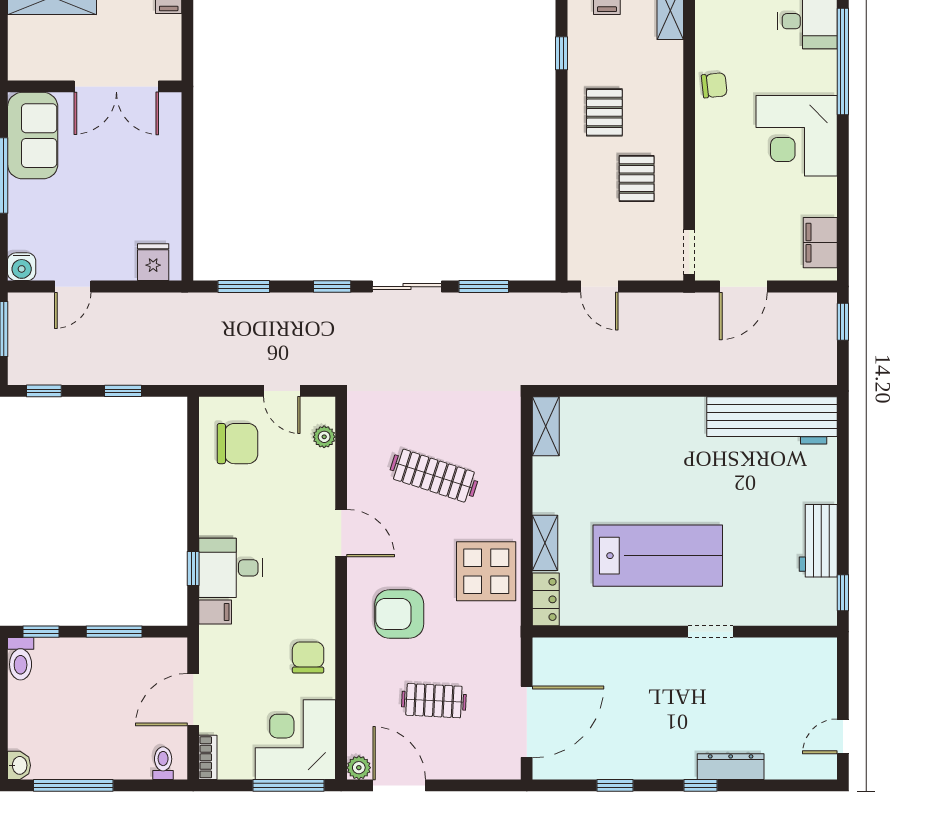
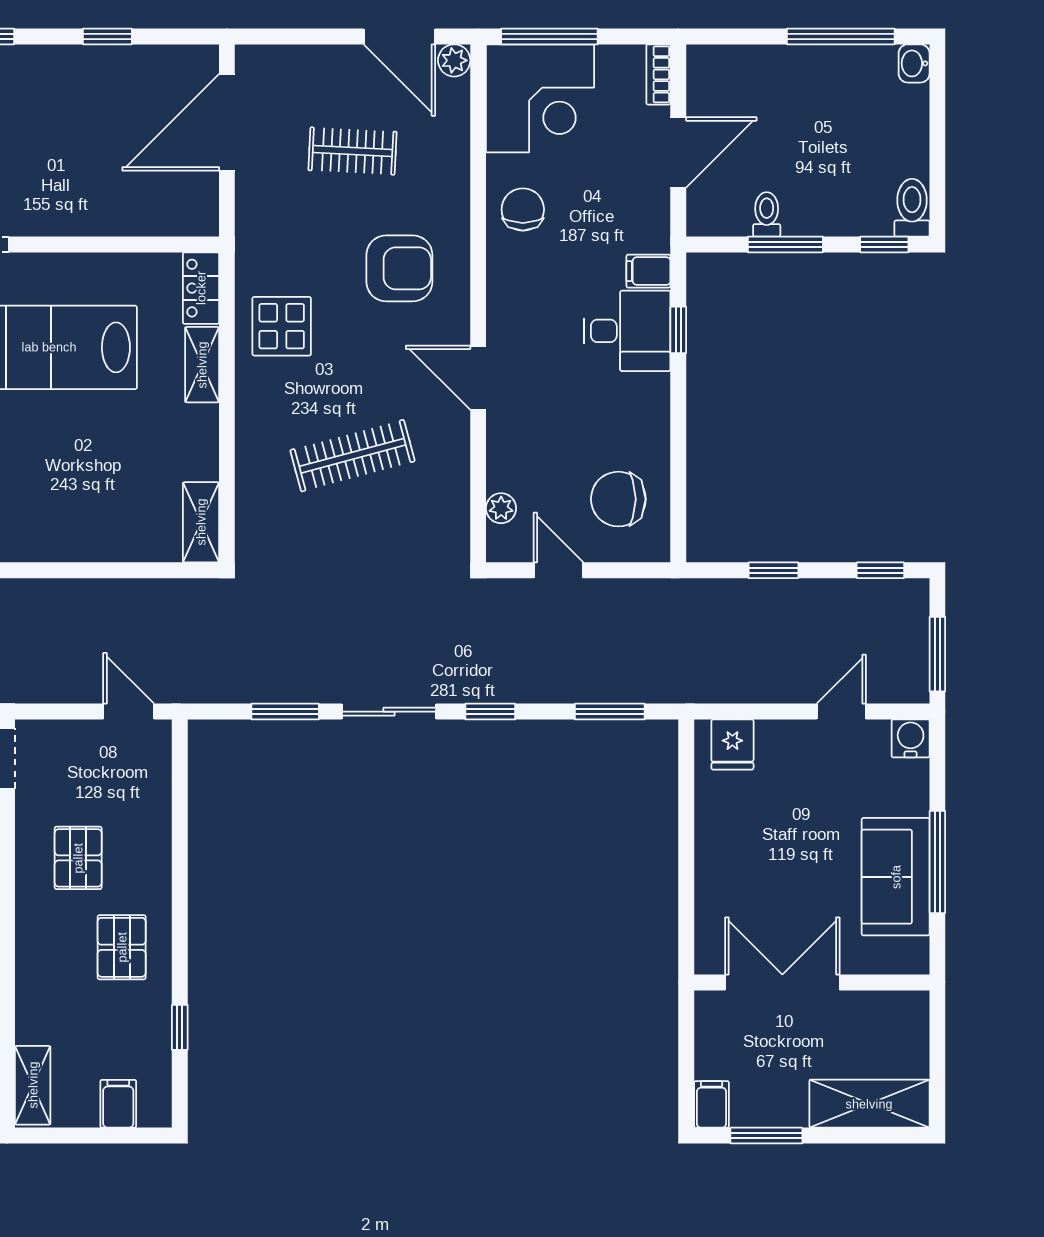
sofa: (33, 136) -> (896, 877), moved
clothes rail: (434, 476) -> (353, 456), turned -33
display table: (486, 571) -> (282, 326), width x0.73, depth x0.73
chair: (308, 658) -> (523, 209), turned 180
toilet: (163, 763) -> (767, 214), moved, turned 180

